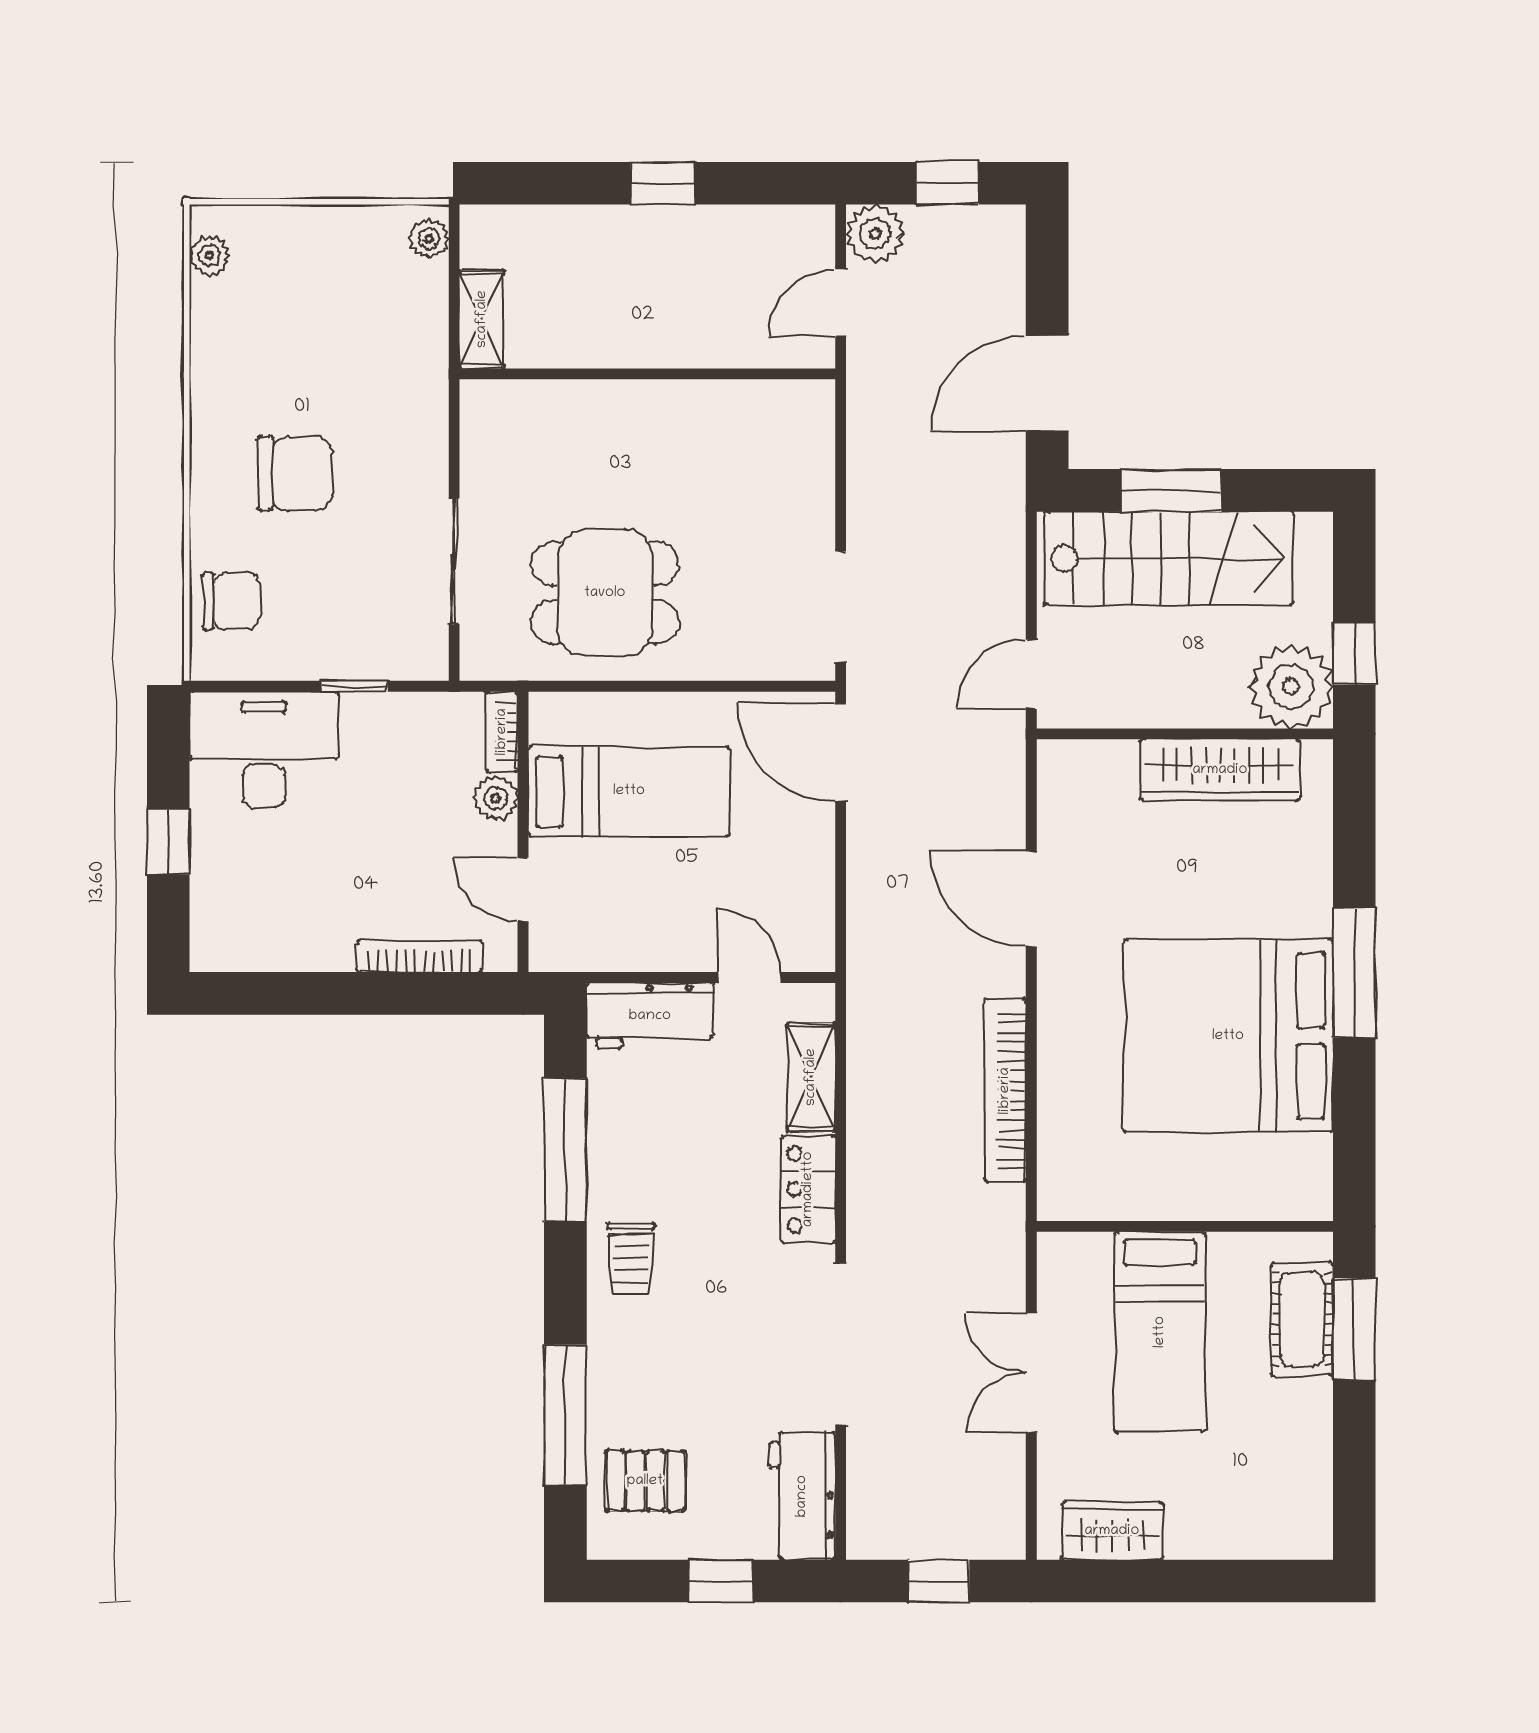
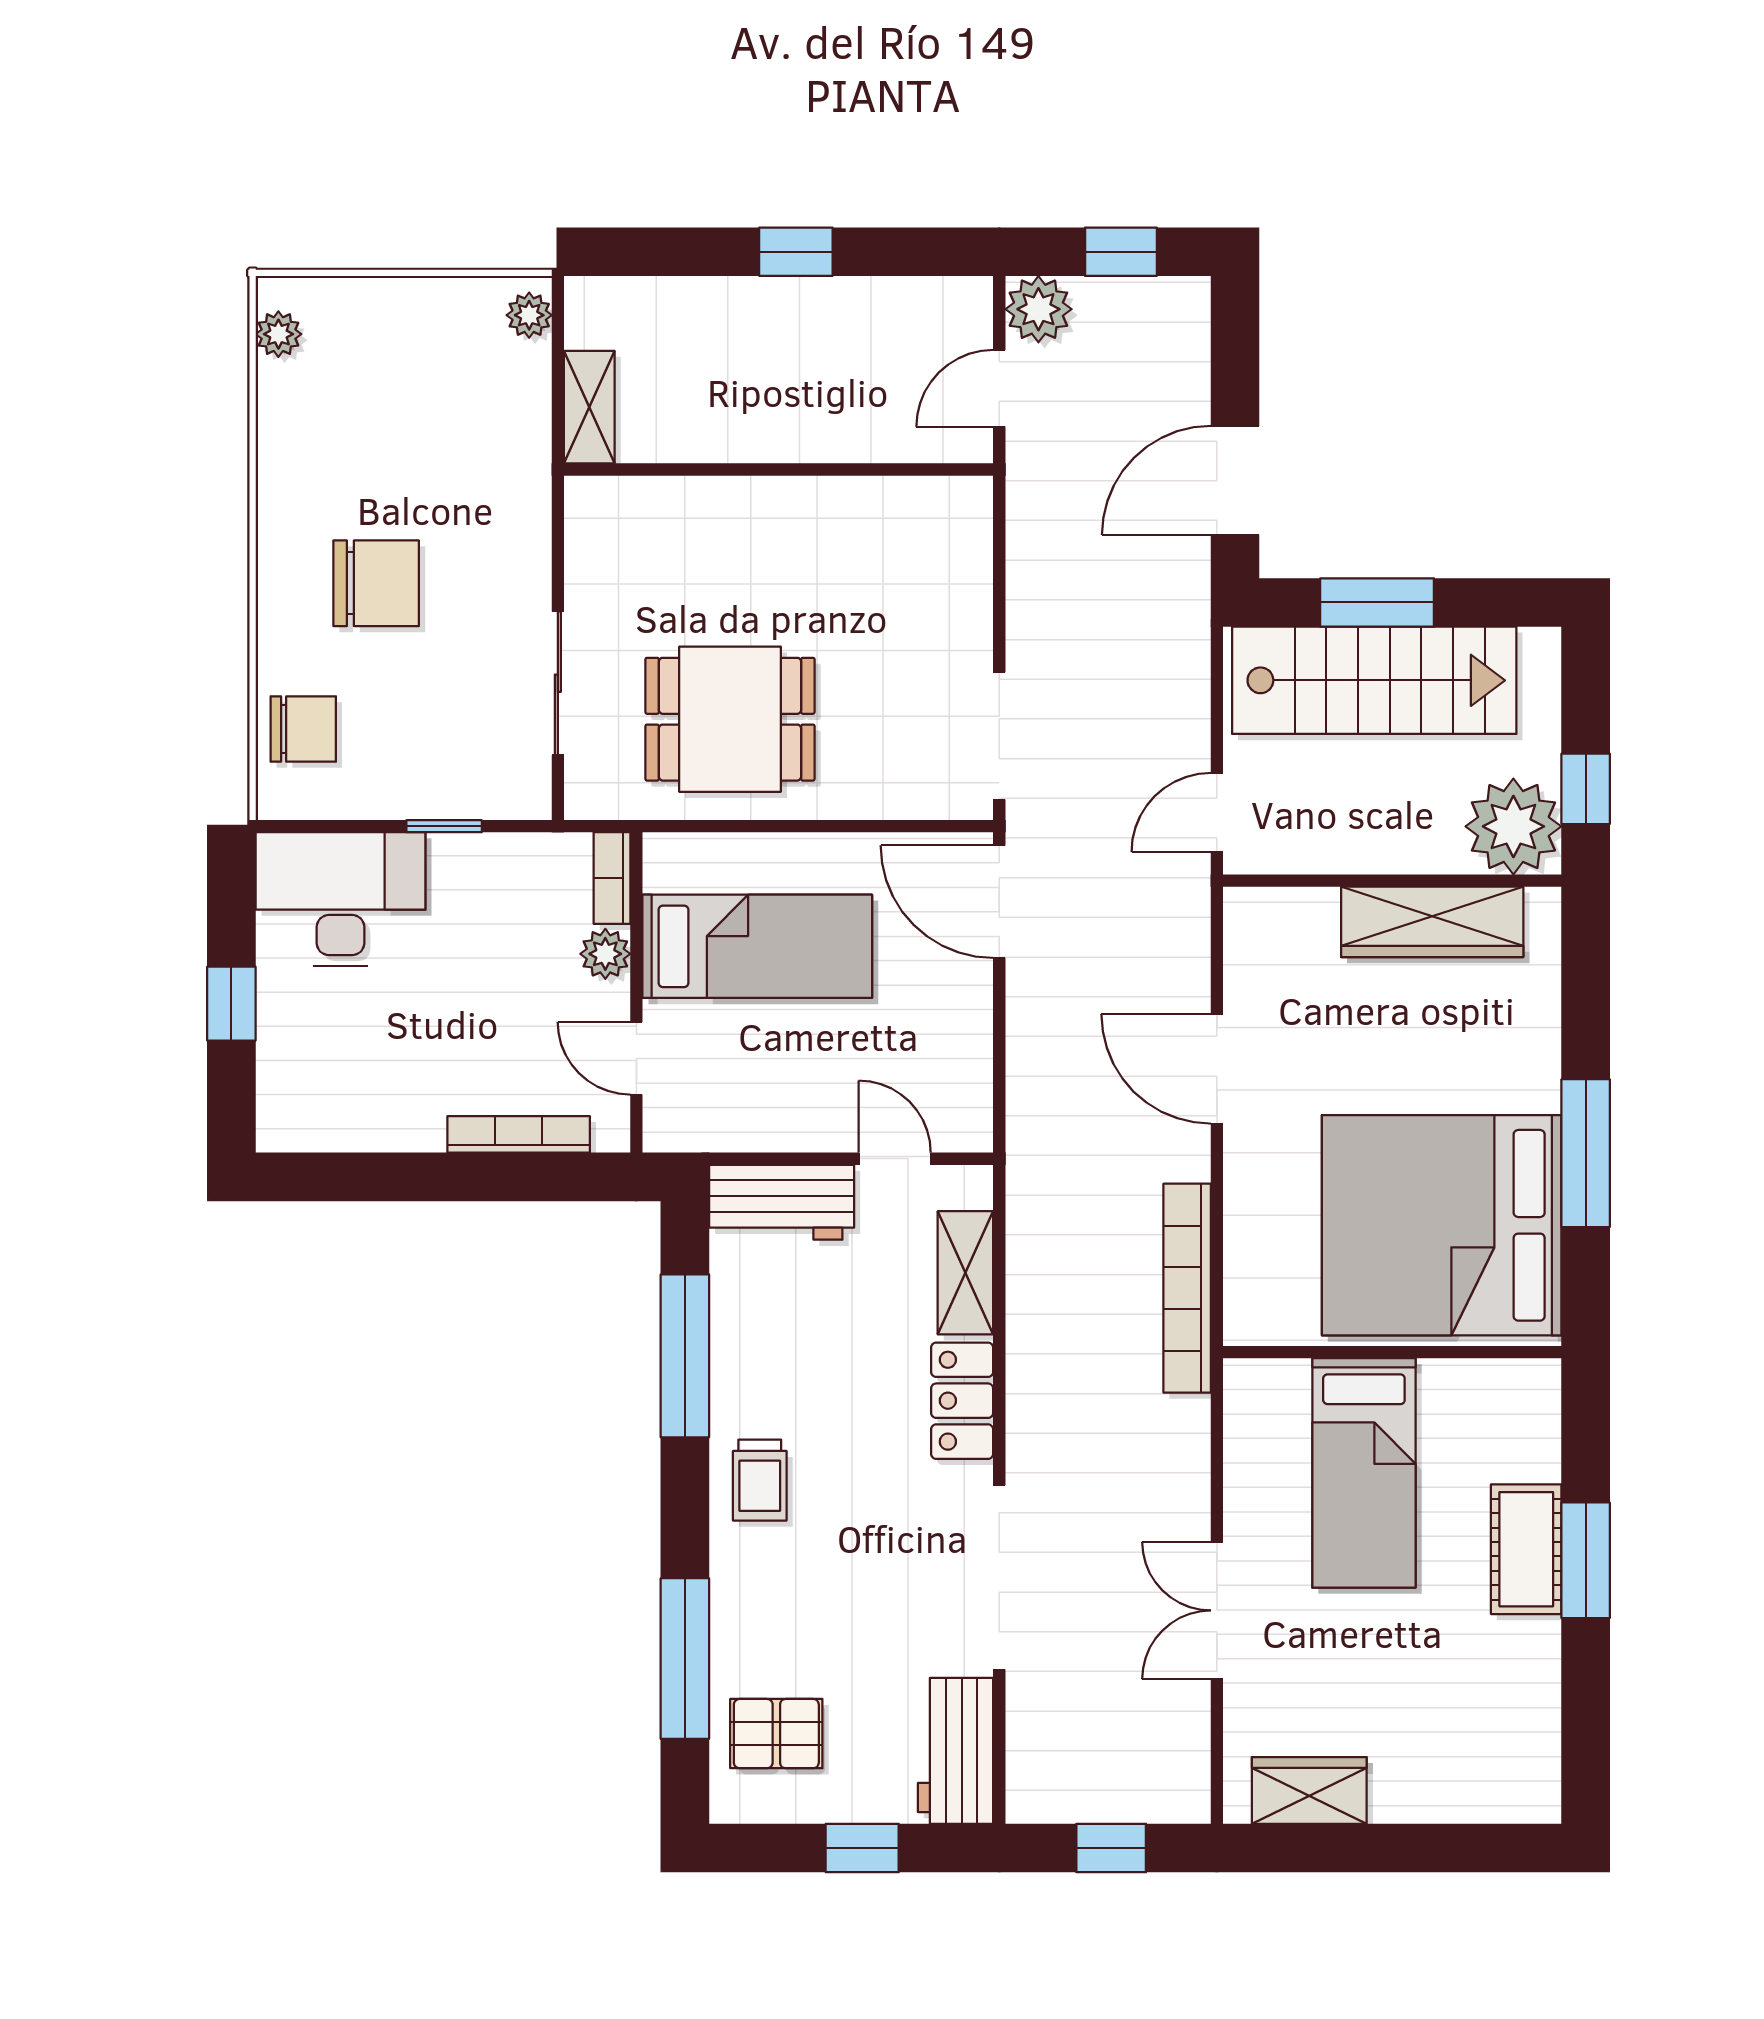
wall: (1185, 1226) -> (1392, 1352), moved
bed: (1160, 1332) -> (1364, 1473), moved

